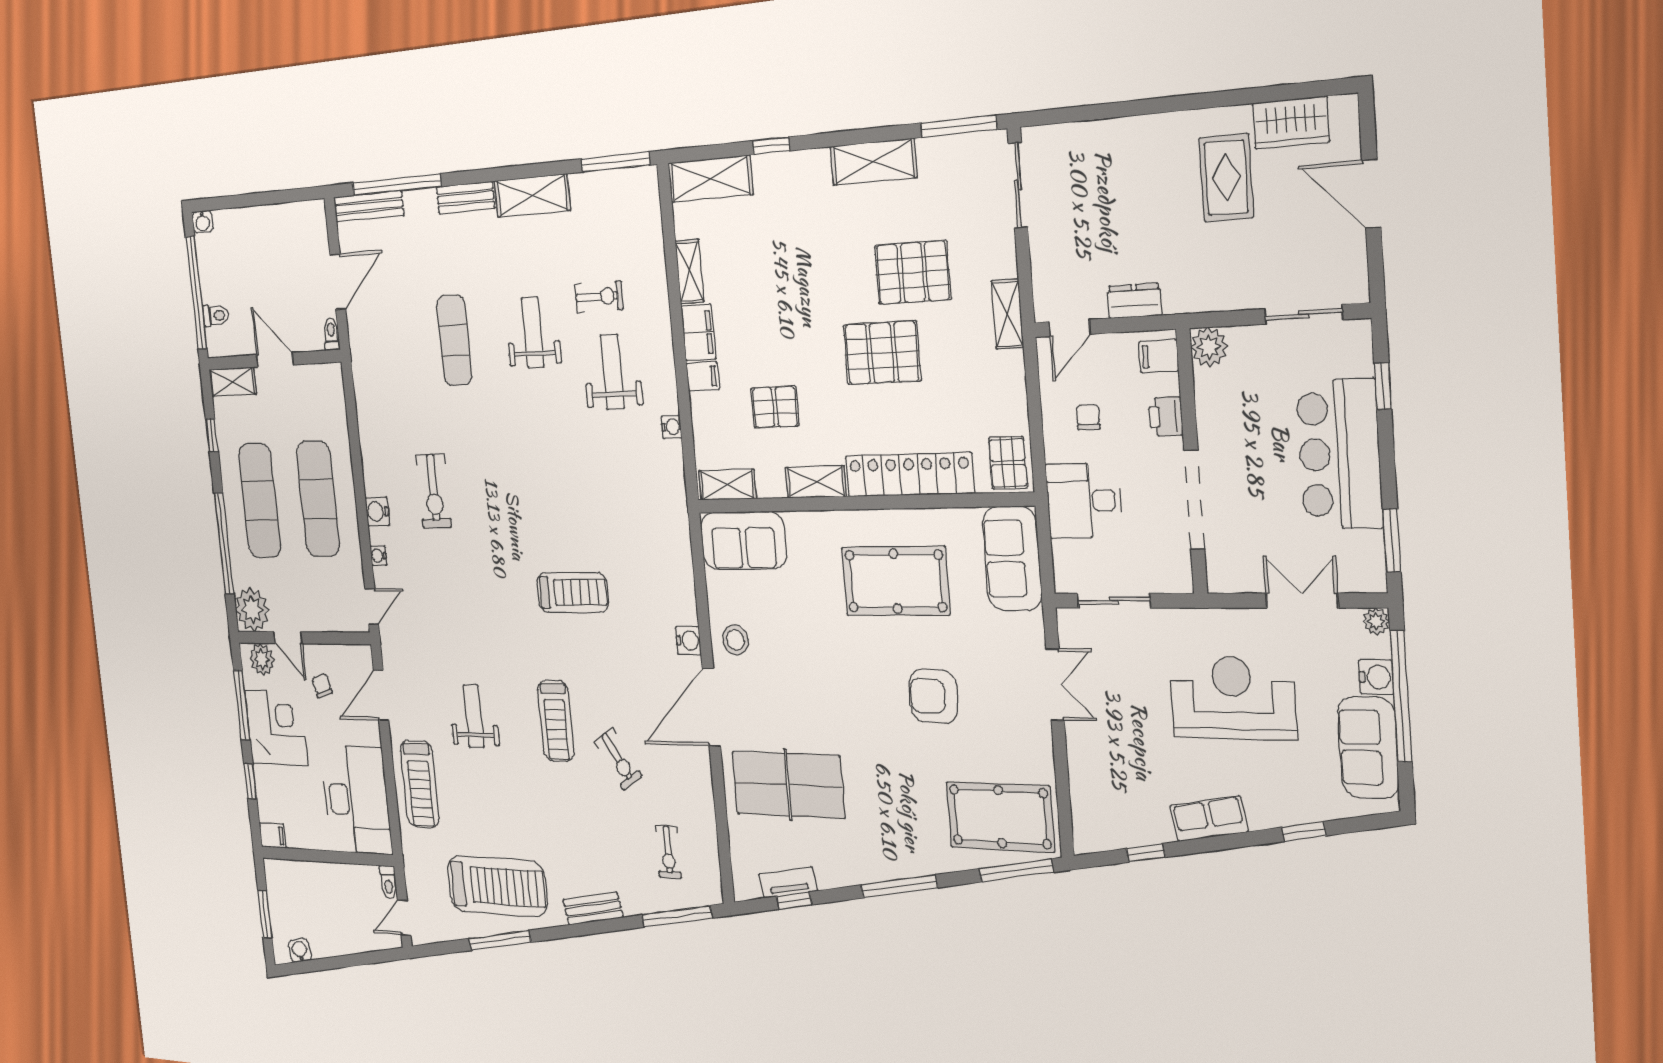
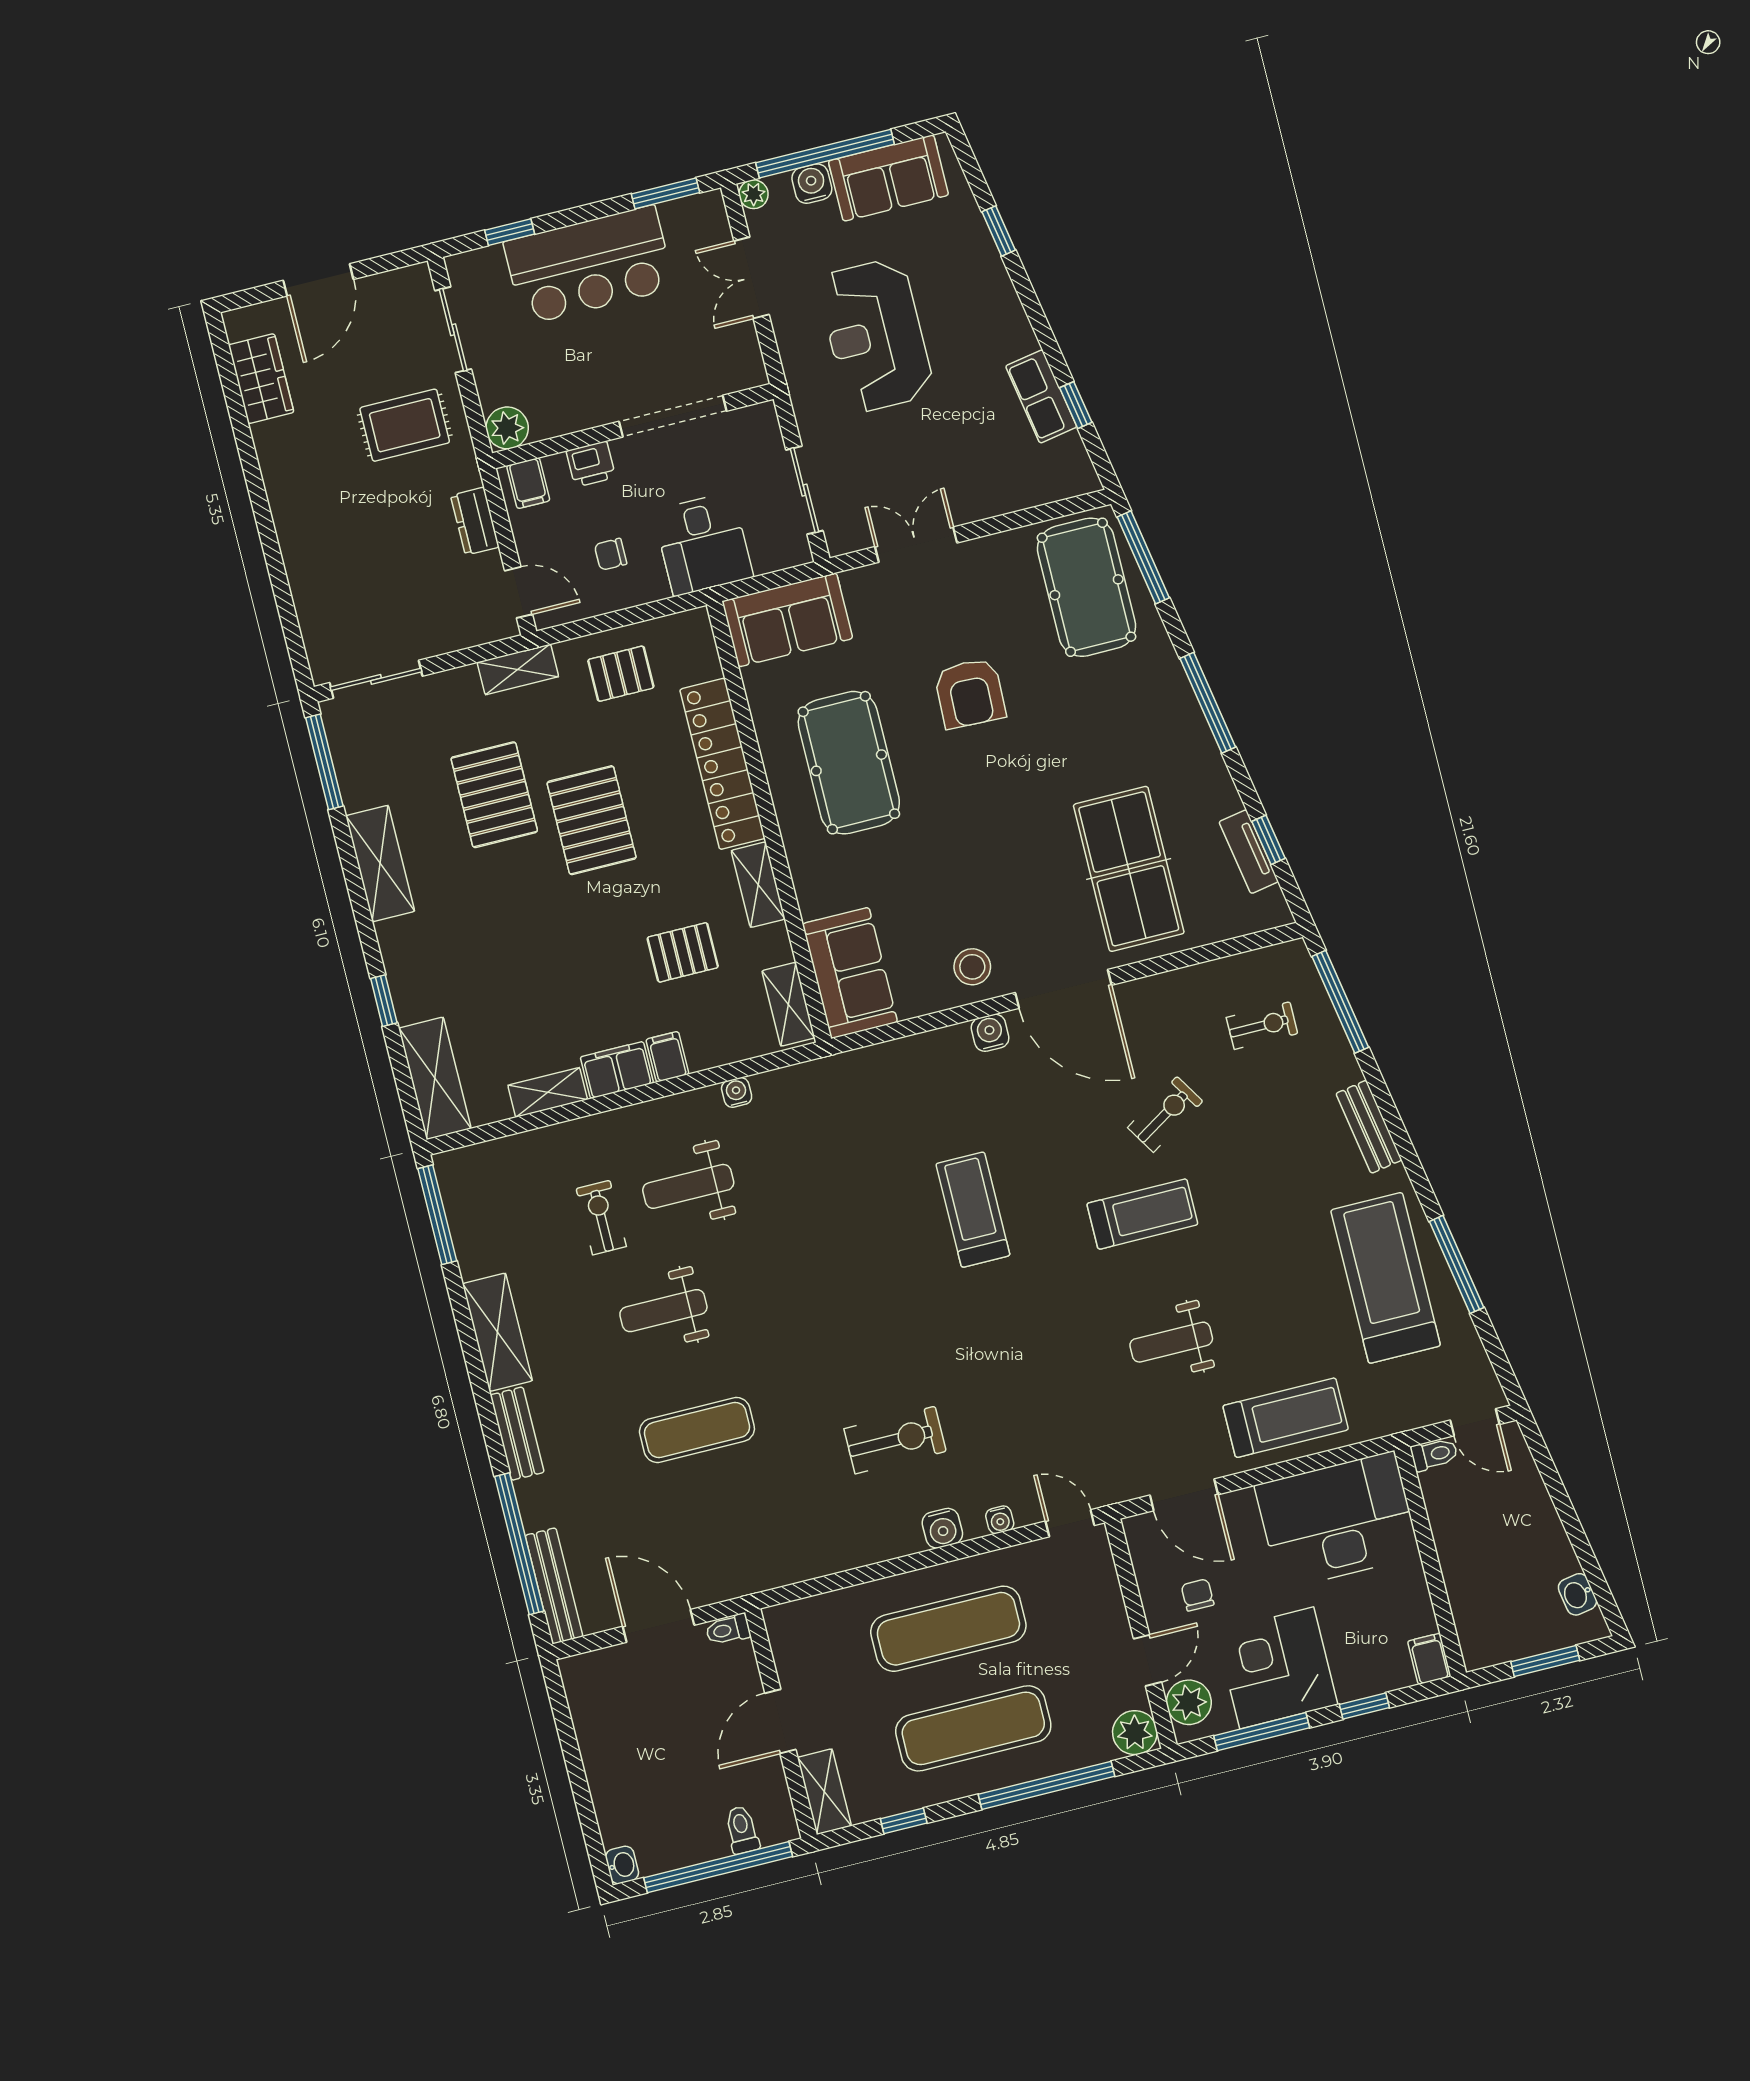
rug: (1226, 178) -> (405, 425), moved
pallet: (775, 407) -> (683, 952), turned 90
pallet: (1008, 463) -> (621, 674), moved
plant: (252, 610) -> (1135, 1733), width x0.73, depth x0.73
chair: (322, 686) -> (1198, 1595), turned 106
row of seats: (1209, 819) -> (1041, 396), moved

